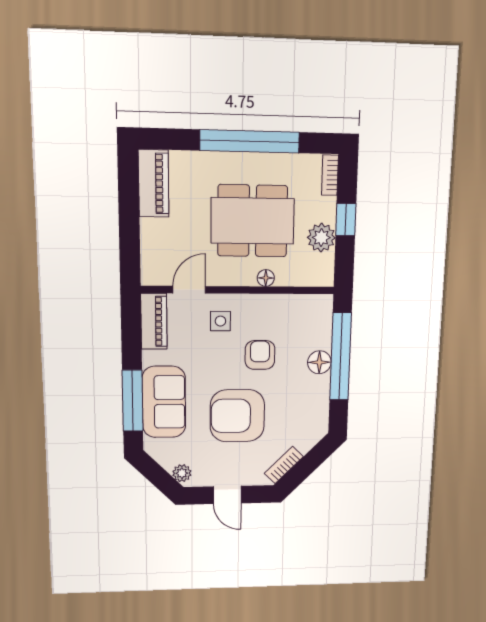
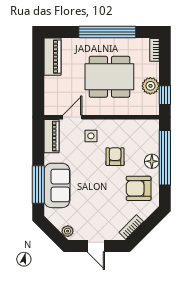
window: (346, 220) -> (165, 95), moved
floor lamp: (266, 278) -> (118, 110), removed
armchair: (237, 416) -> (139, 188), moved, width x0.73, depth x0.73

